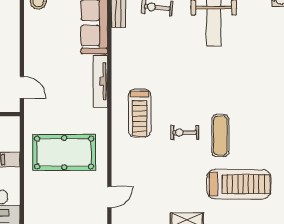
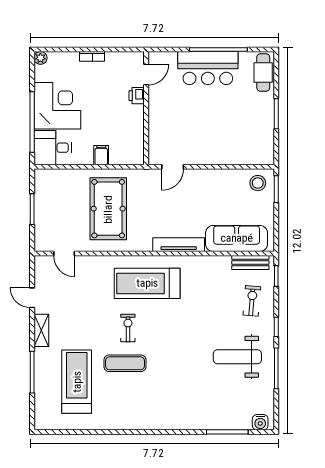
treadmill: (140, 113) -> (147, 283), width x1.37, depth x1.38
treadmill: (239, 184) -> (77, 382), turned 180

